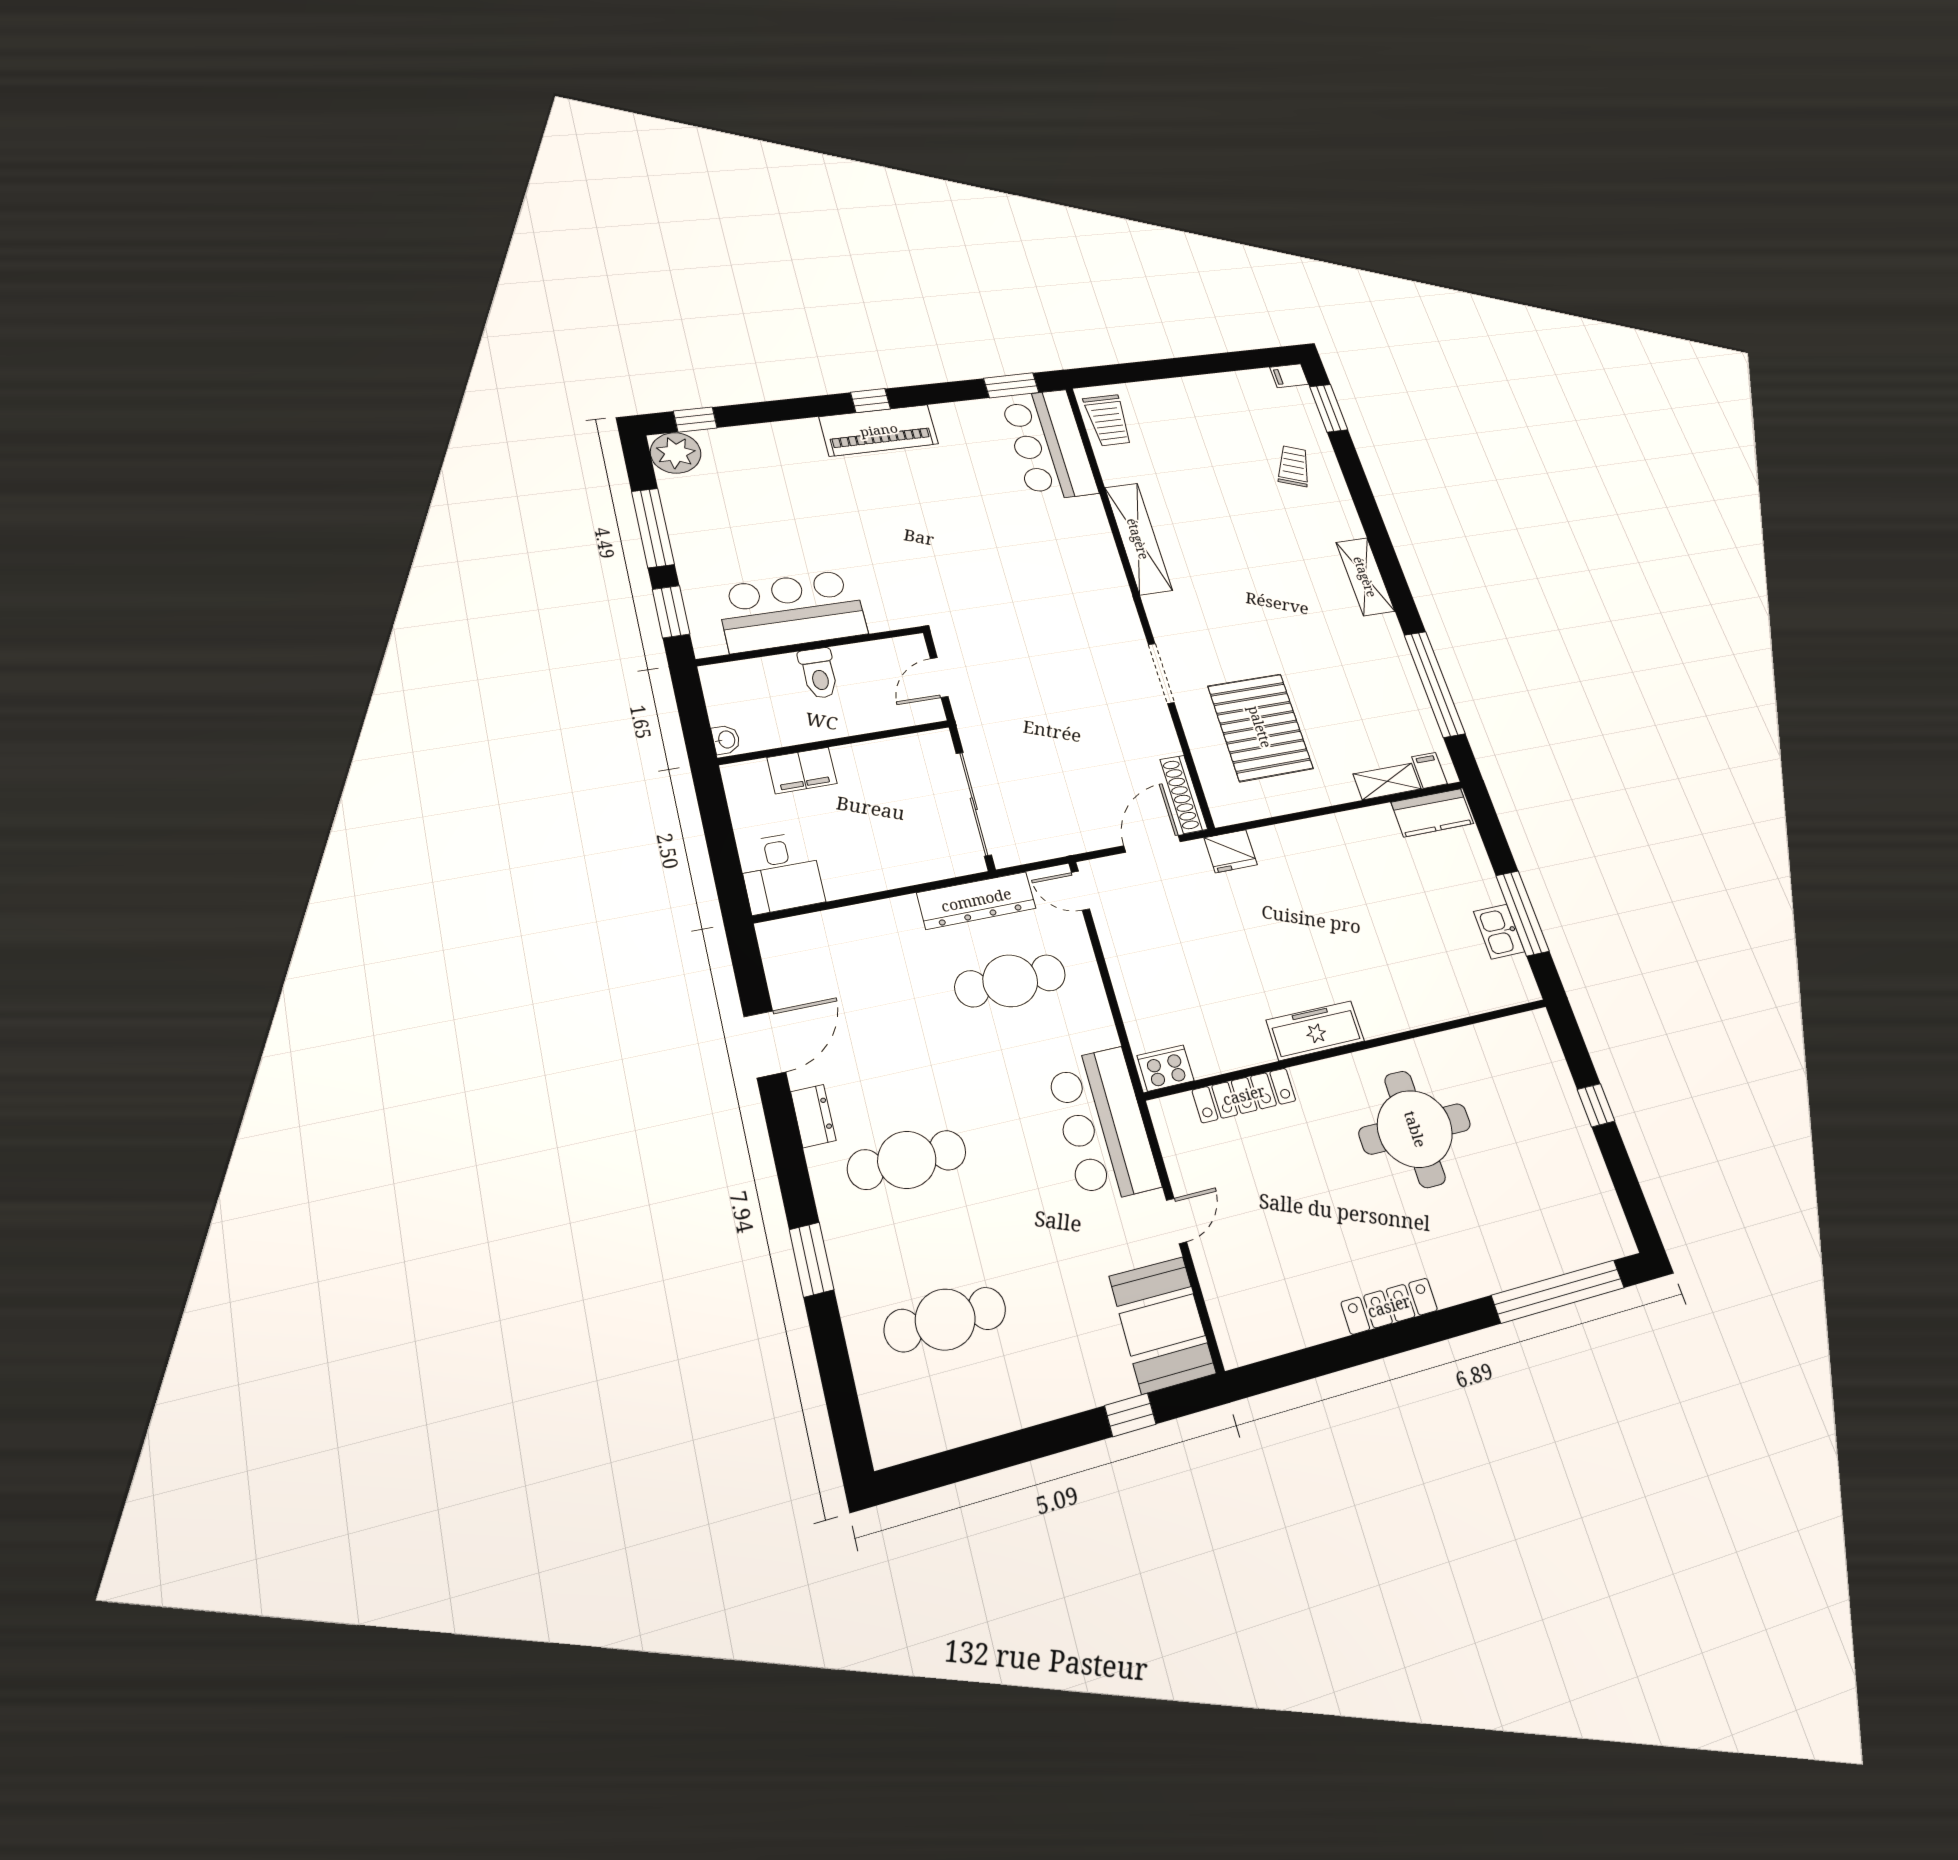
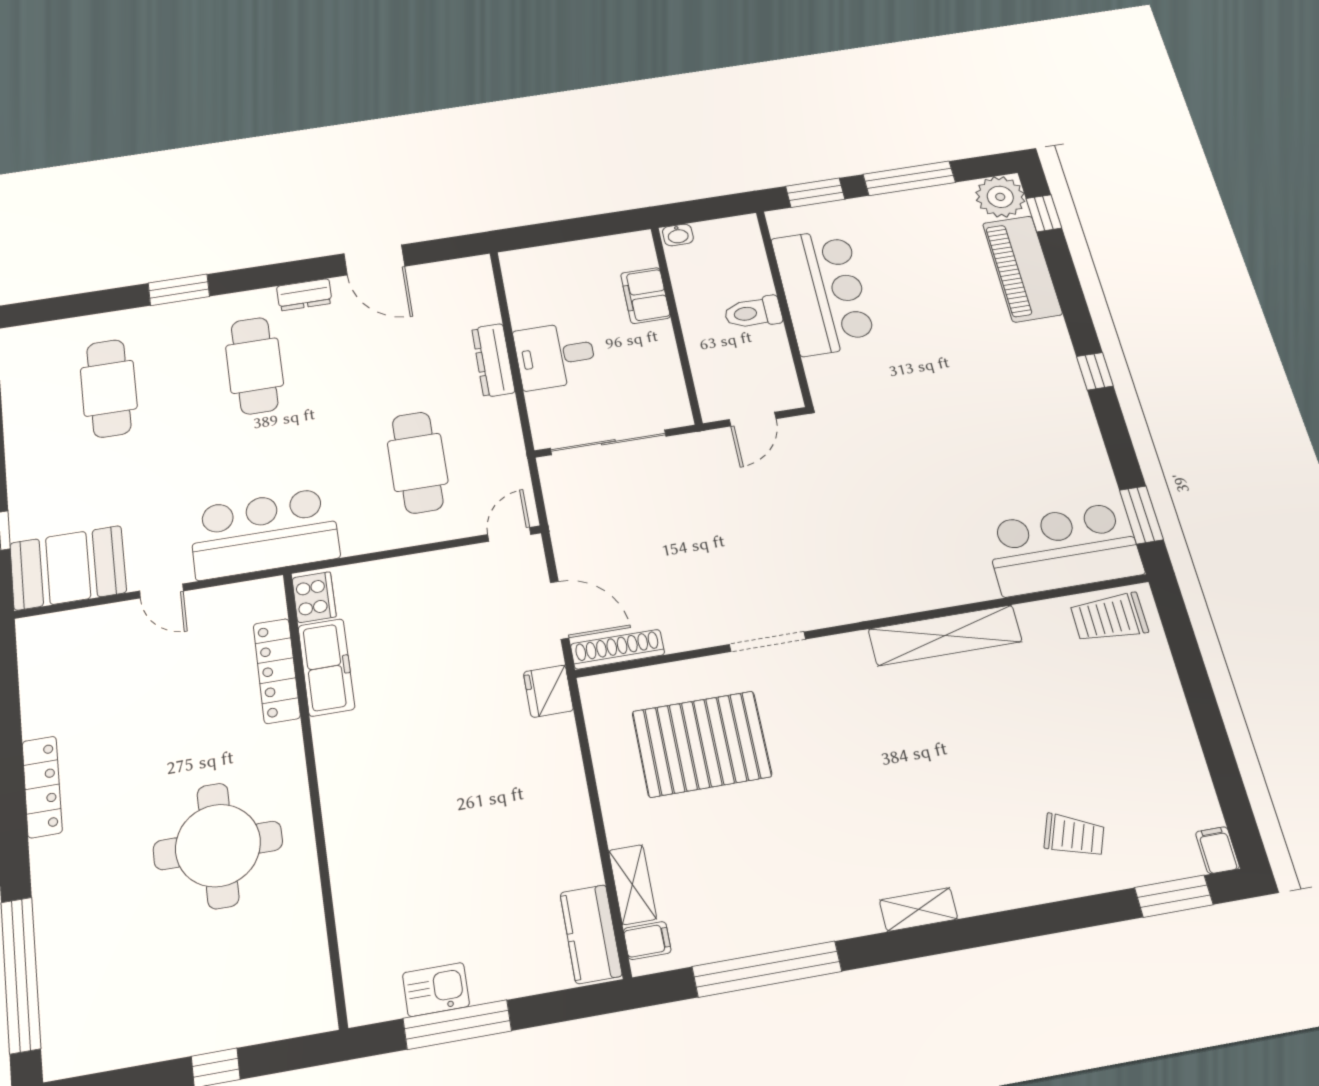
piano: (879, 430) -> (1022, 269), moved
shelving: (1365, 577) -> (919, 909), width x0.67, depth x0.75
door: (939, 678) -> (753, 419), swing flipped
desk: (781, 872) -> (555, 356), moved
dresser: (976, 900) -> (493, 360), moved, width x0.73, depth x0.80
freezer: (1315, 1031) -> (326, 667), moved

